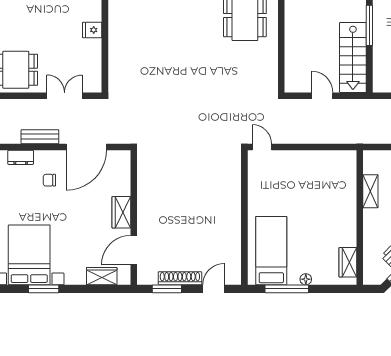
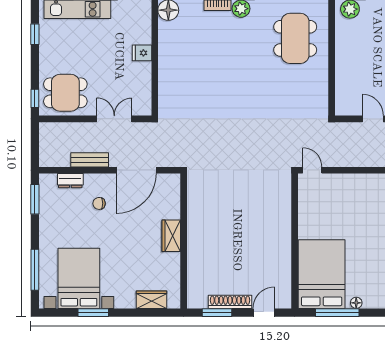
door: (134, 250) -> (184, 274), removed
bed: (271, 251) -> (322, 274), width x1.50

